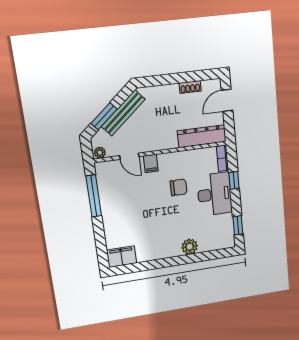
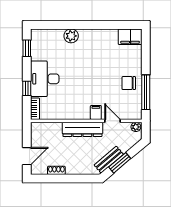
bench: (123, 113) -> (109, 160), width x0.73
window: (104, 116) -> (120, 163), moved
dresser: (202, 136) -> (82, 129), moved
chair: (179, 187) -> (129, 83), moved

